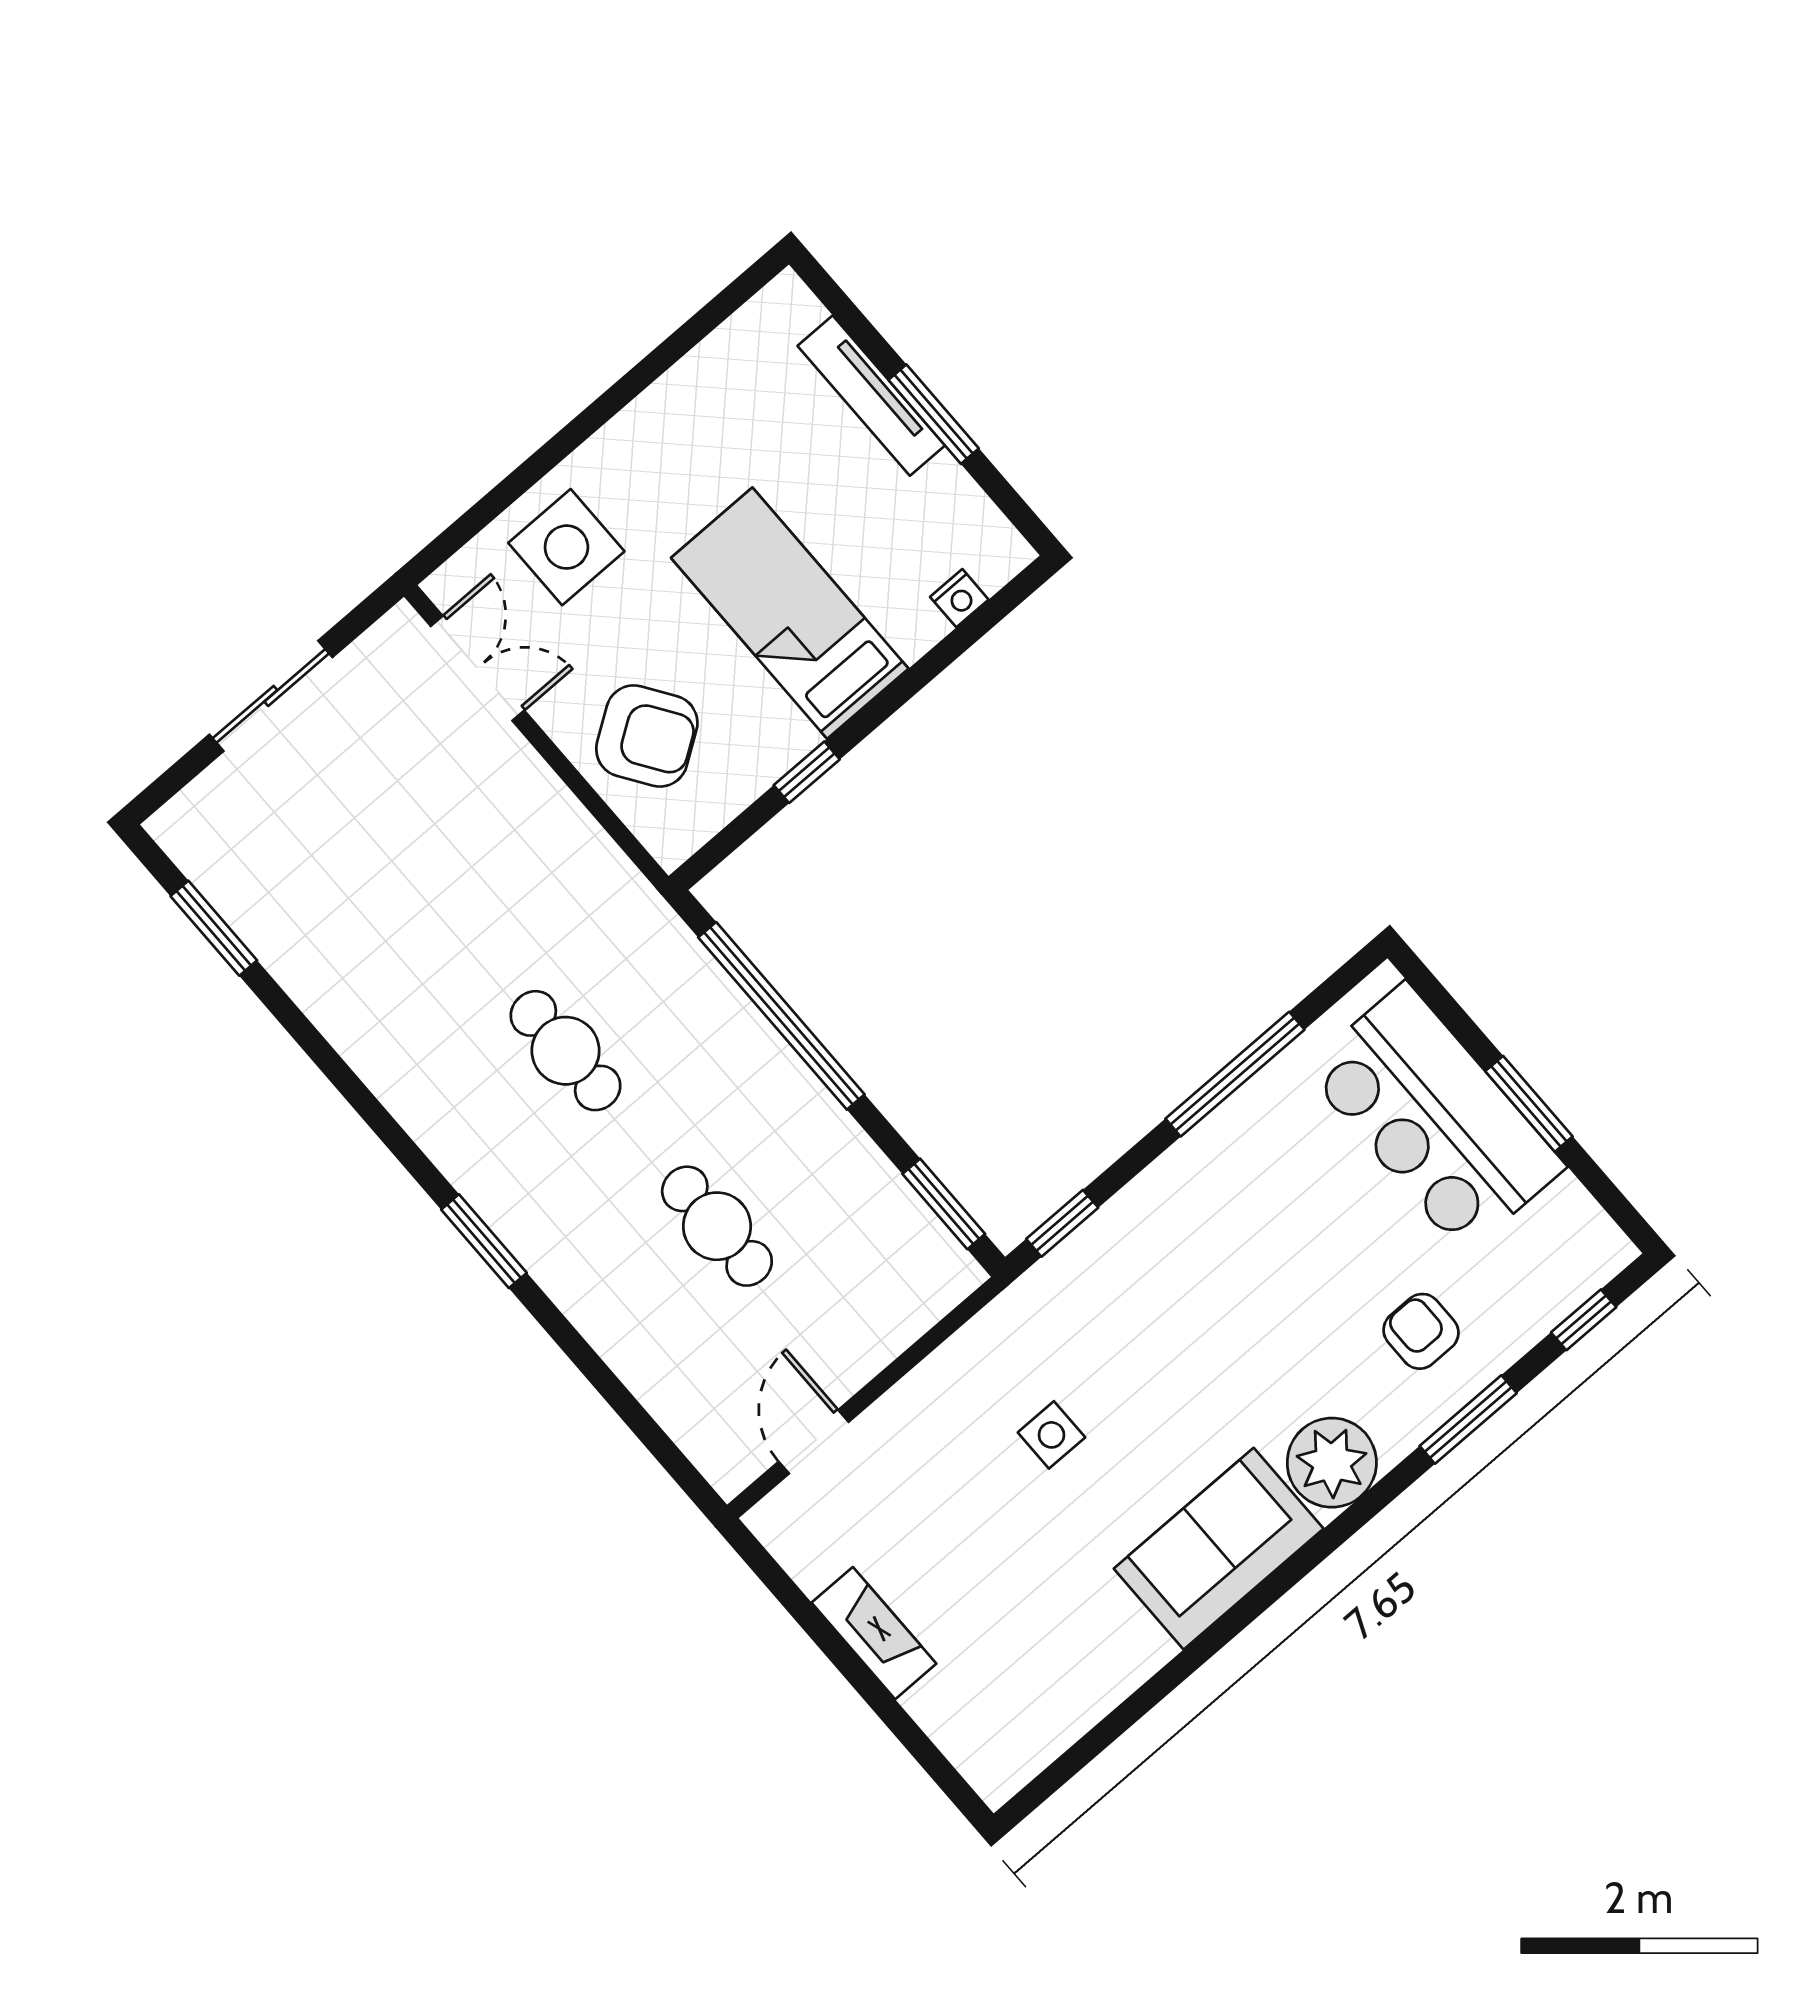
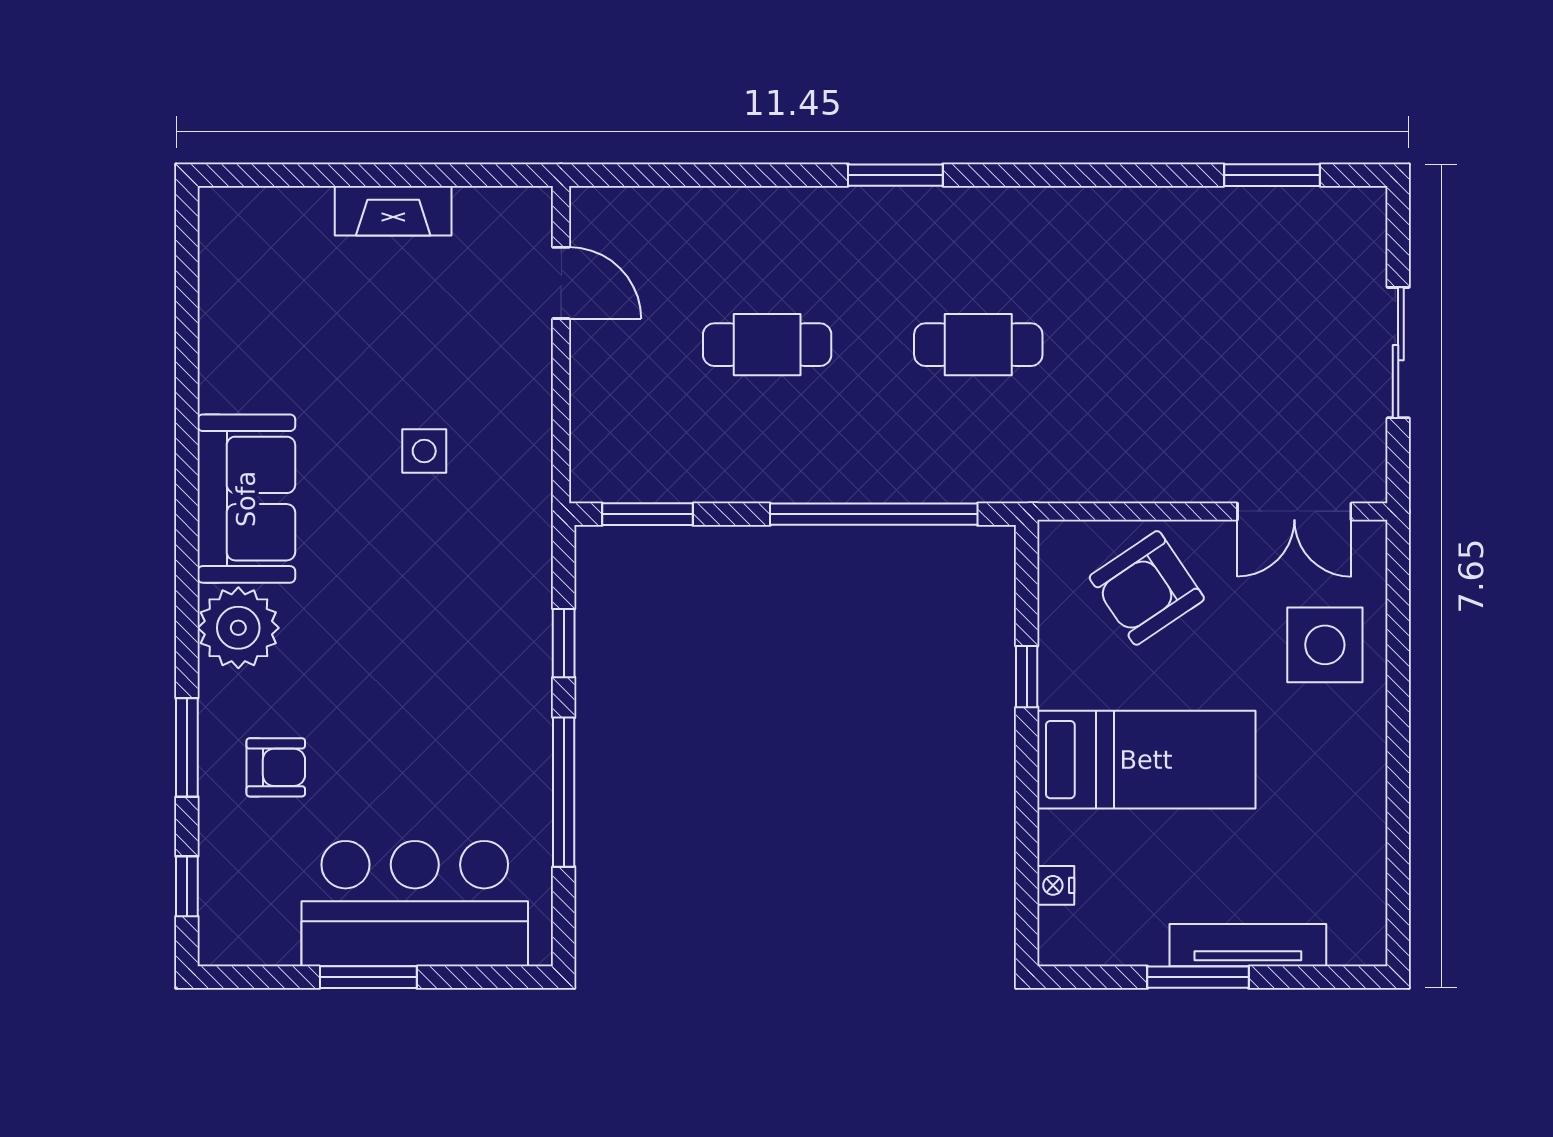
window: (1062, 1223) -> (564, 643), moved

